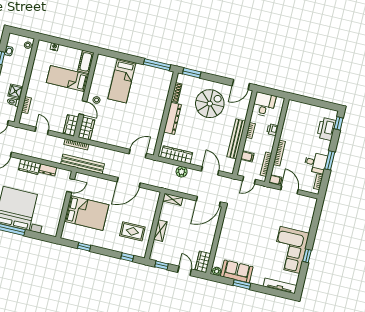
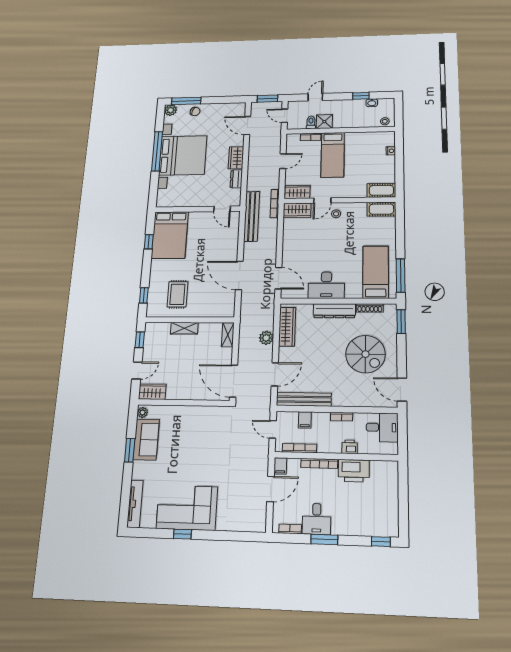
cot: (101, 66) -> (381, 209), added
bed: (68, 79) -> (333, 155), moved, turned 180
bed: (122, 81) -> (376, 272), moved, turned 90
desk: (152, 120) -> (326, 285), added
printer: (326, 129) -> (354, 471), moved, turned 180
bench: (236, 139) -> (304, 399), moved
bed: (87, 213) -> (170, 235), moved

